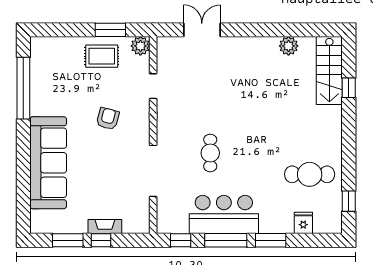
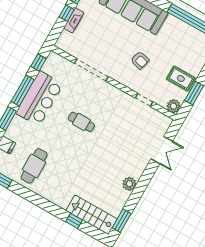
window: (316, 30) -> (122, 221), added
plant: (289, 46) -> (129, 184), moved
rug: (102, 56) -> (181, 79), turned 90
cafe table: (210, 153) -> (81, 122), moved

